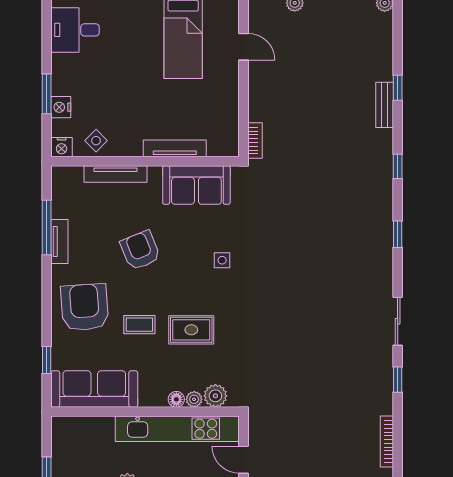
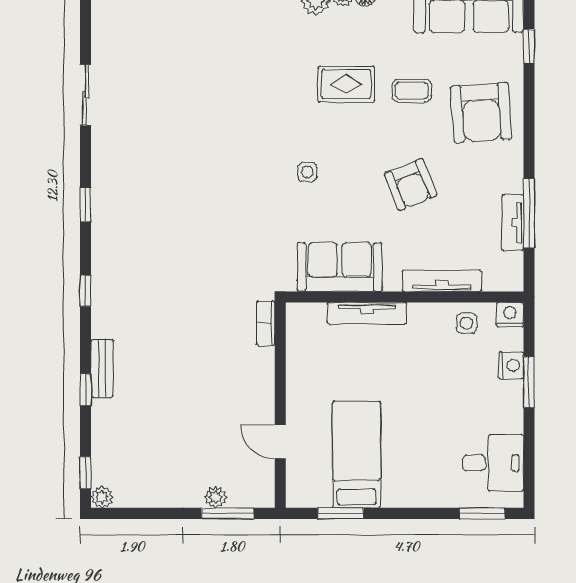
side table: (96, 141) -> (467, 323), turned 45
tv unit: (59, 241) -> (513, 223), moved
window: (398, 380) -> (86, 473), moved

